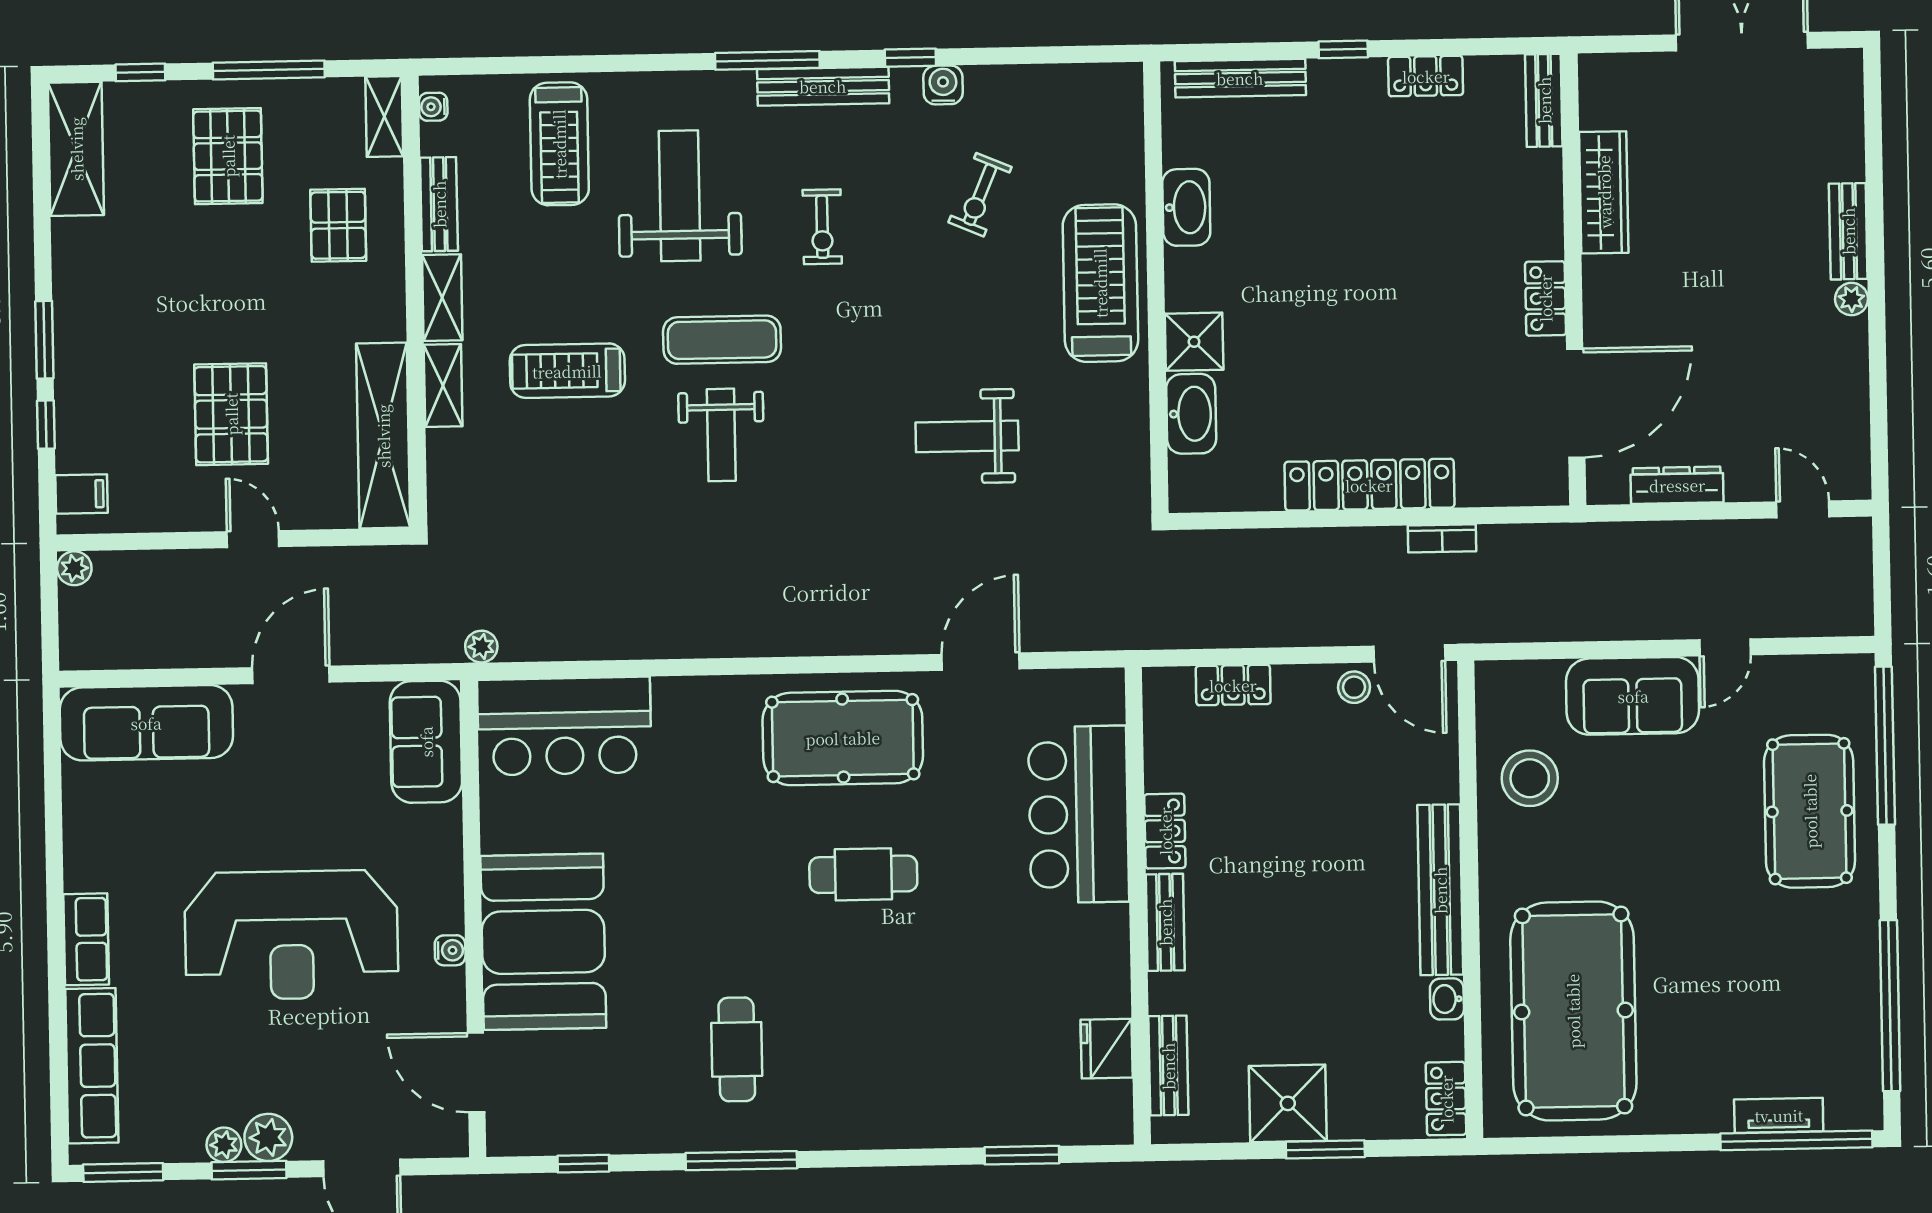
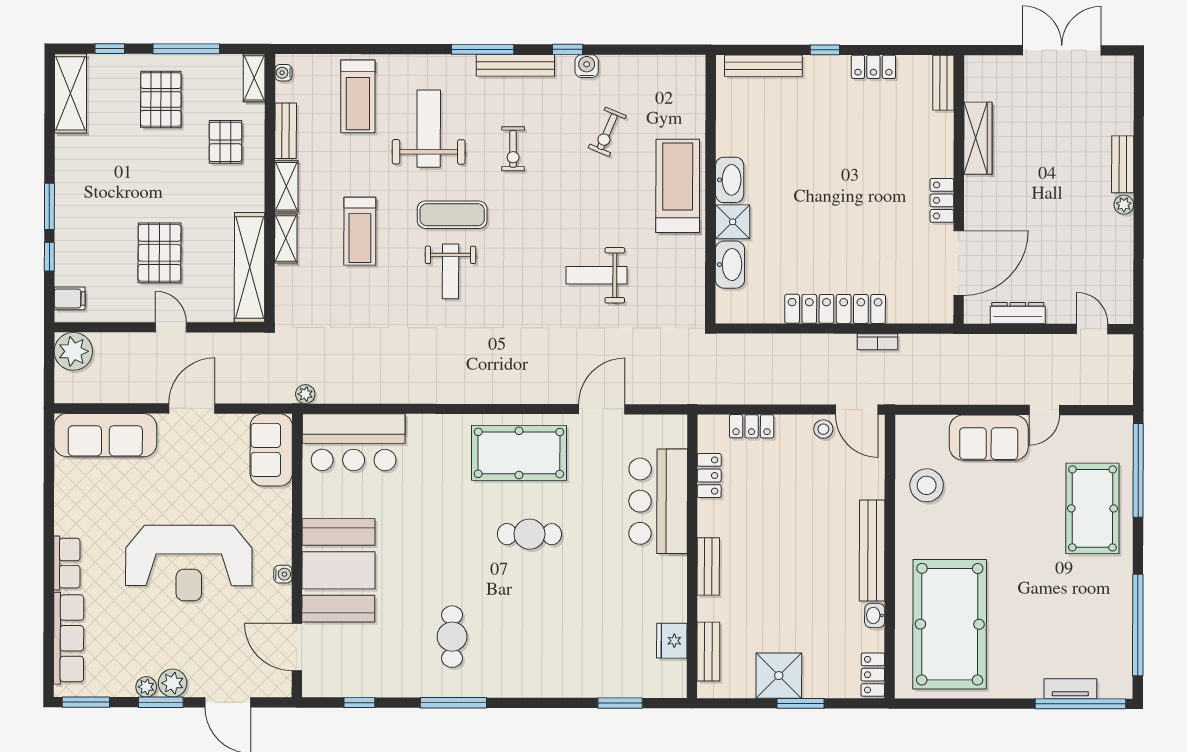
washbasin: (1186, 207) -> (730, 180), moved
treadmill: (567, 371) -> (360, 231), turned -90
plant: (74, 568) -> (73, 351), width x1.87, depth x1.87
locker: (1165, 831) -> (709, 476), moved

